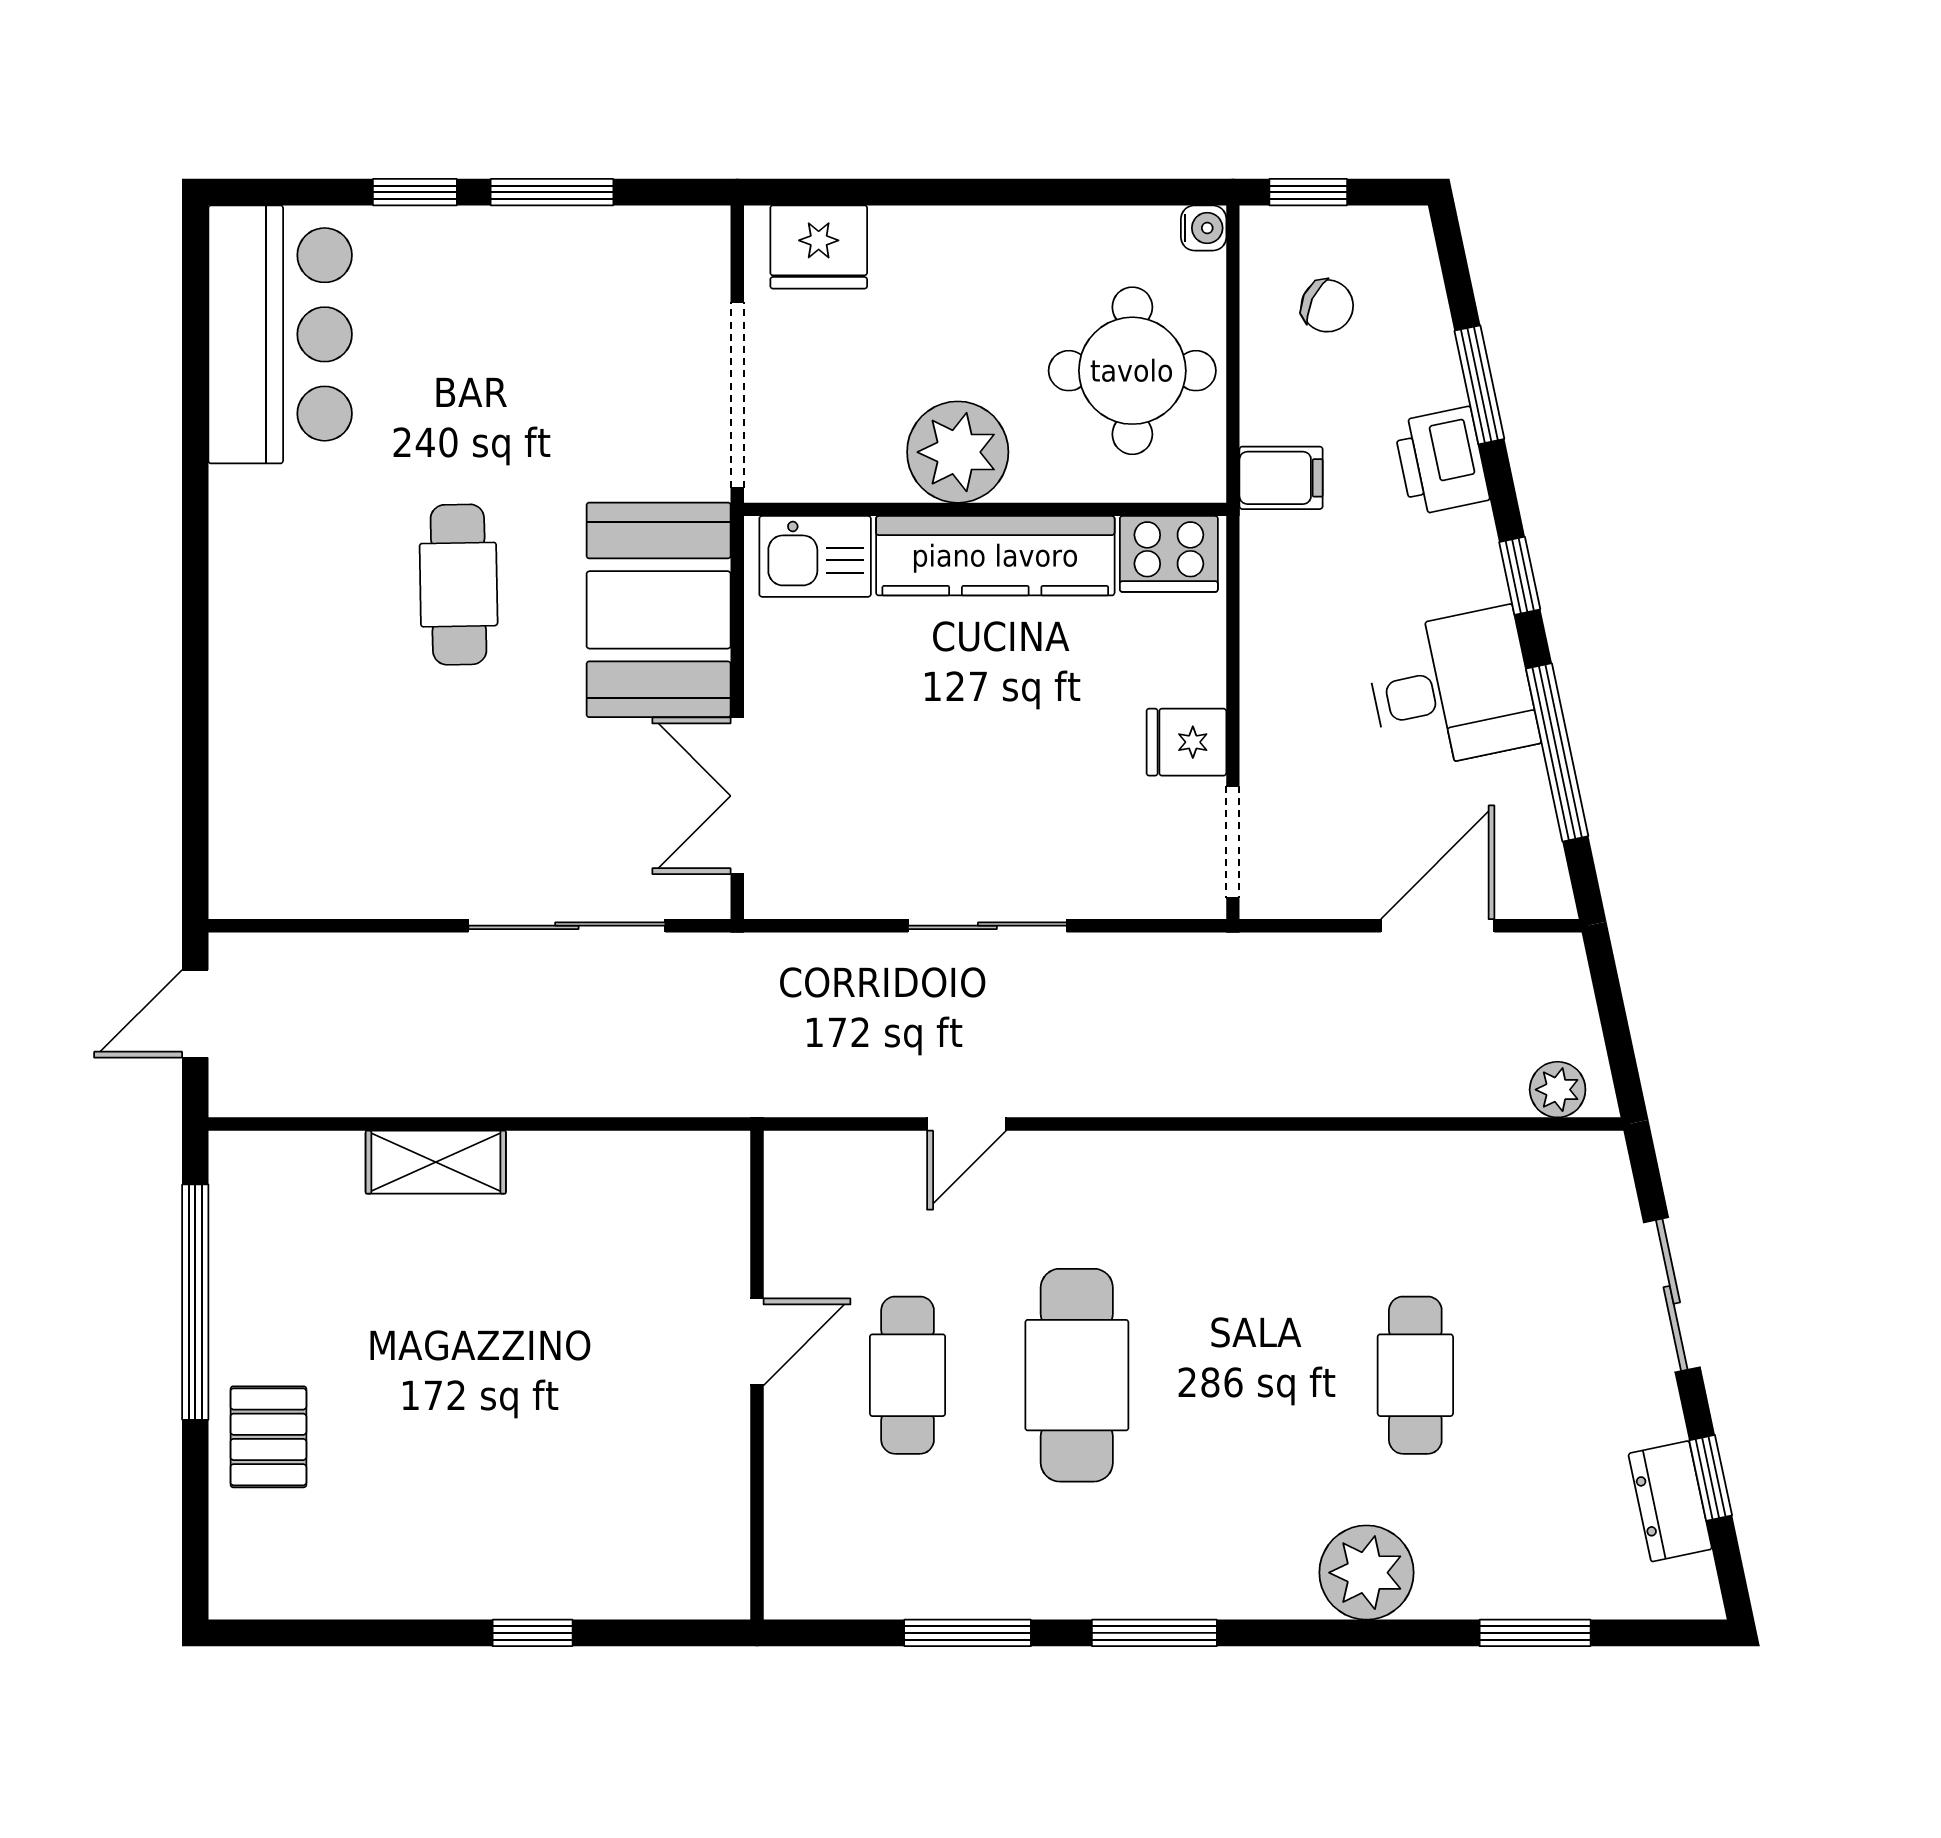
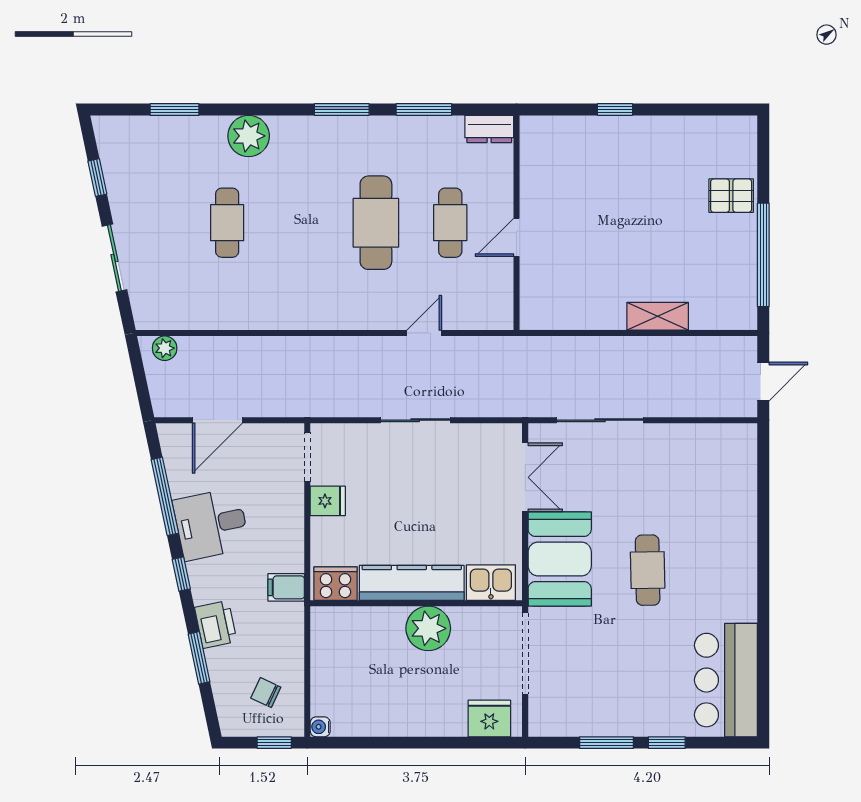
round table: (1132, 371) -> (351, 664), removed
filing cabinet: (1281, 478) -> (286, 587), moved
pallet: (268, 1437) -> (731, 196), turned 90
dresser: (1670, 1501) -> (489, 129), moved, turned 102

